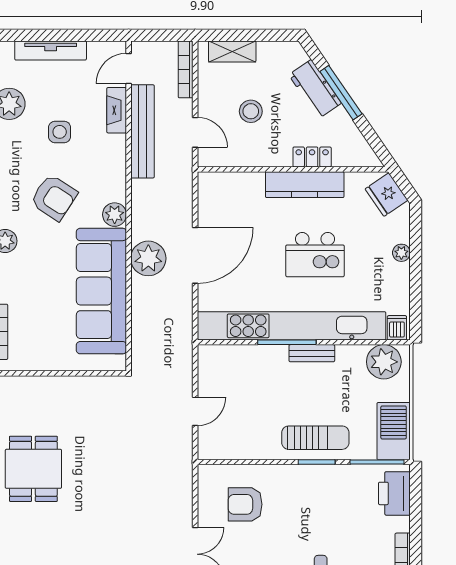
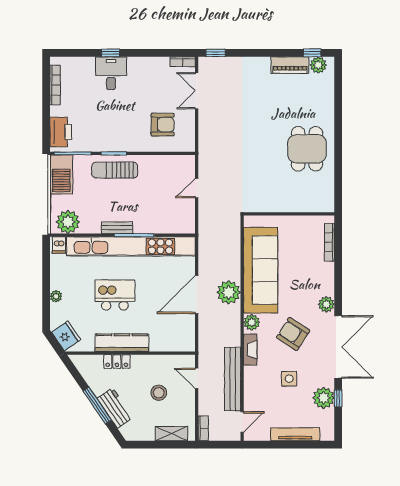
bookcase: (186, 69) -> (203, 428), width x0.64
fireplace: (117, 110) -> (250, 350), moved

